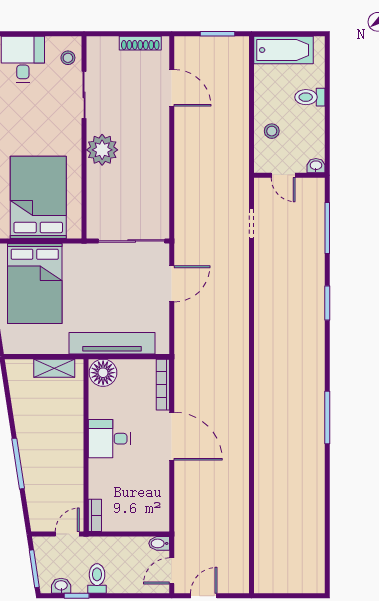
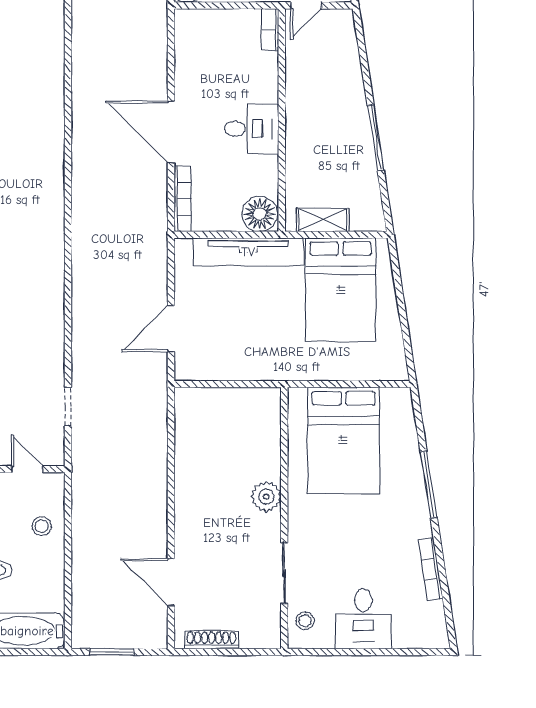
plant: (102, 150) -> (266, 497), width x0.73, depth x0.73
sliding door: (132, 241) -> (223, 384), removed
bed: (35, 284) -> (341, 290), moved, turned 180
window: (18, 464) -> (376, 138), moved

